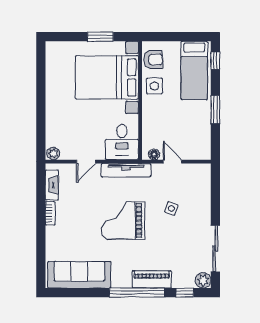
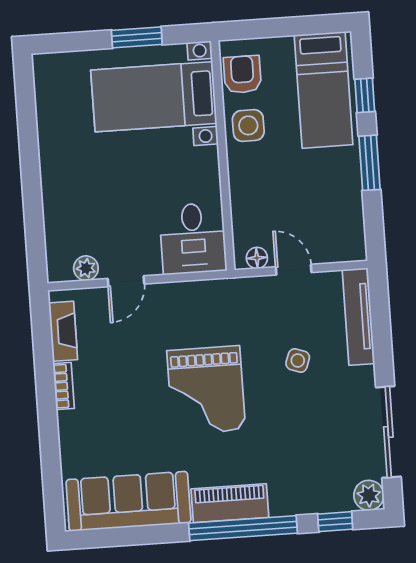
armchair: (153, 60) -> (242, 74), turned -88
window: (215, 61) -> (365, 95), moved
bed with nightstands: (107, 77) -> (154, 97), width x0.73
plant: (53, 153) -> (86, 268), moved
tv unit: (126, 170) -> (358, 317), moved, turned 90
grand piano: (123, 220) -> (206, 390), turned -90
piano: (152, 279) -> (230, 503), moved

